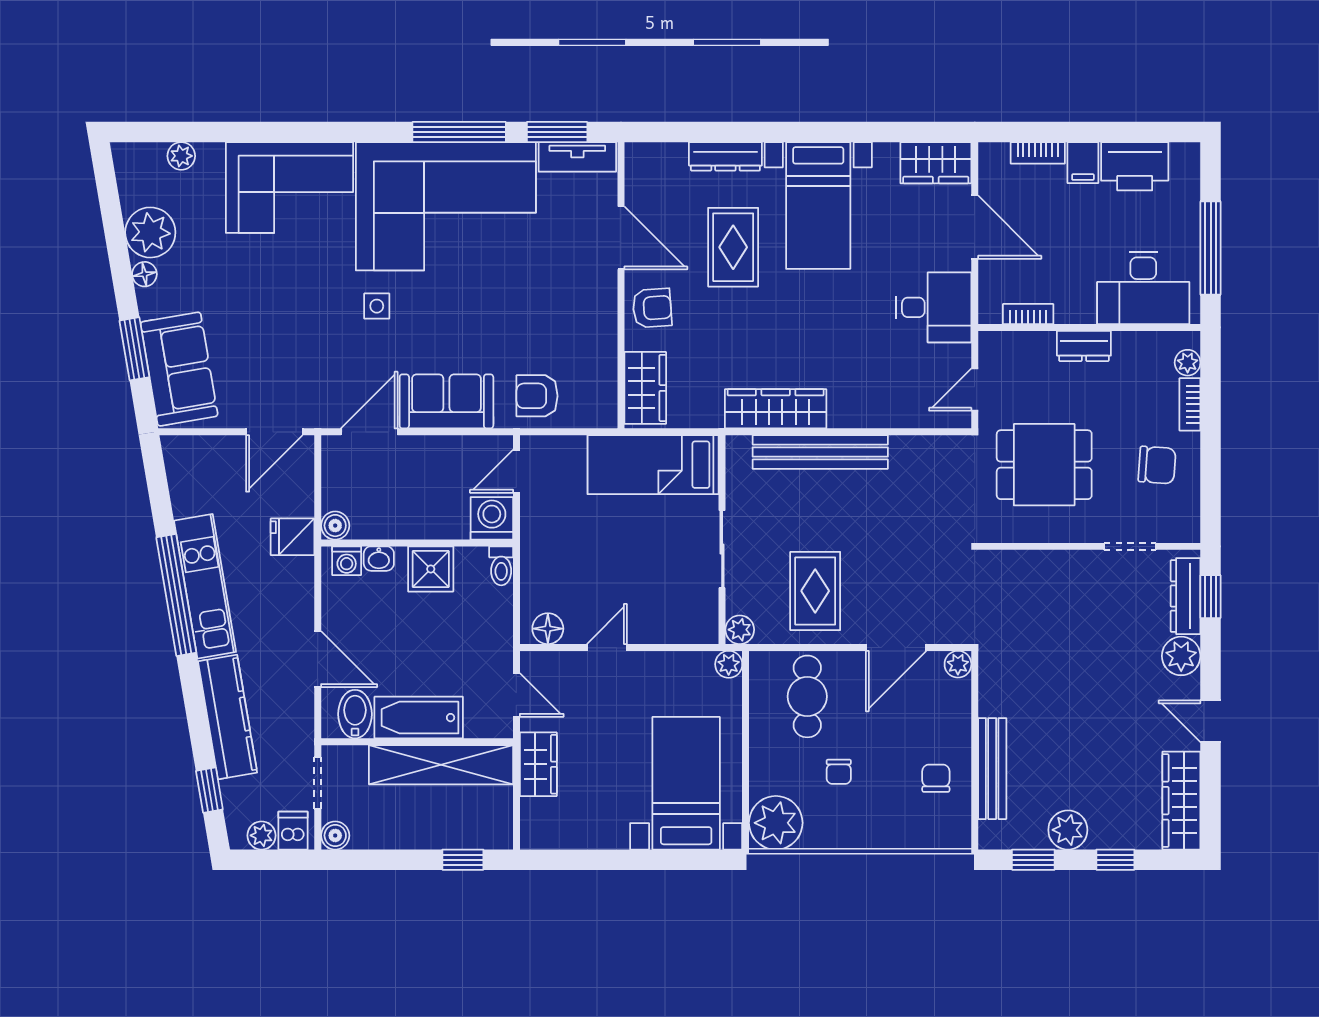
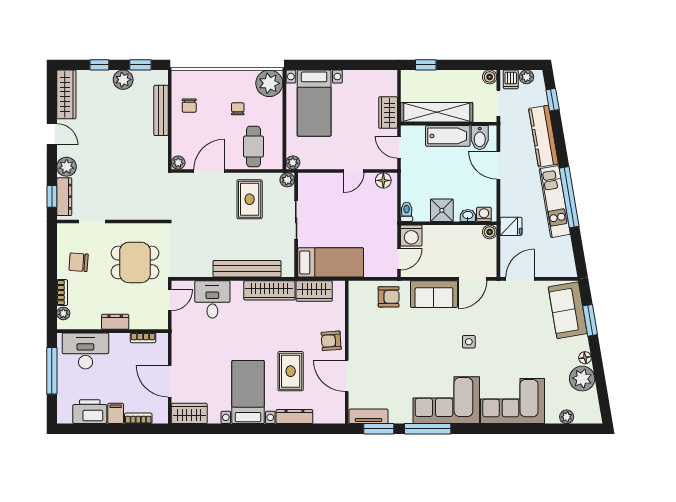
corner sofa: (446, 206) -> (446, 400), width x0.73, depth x0.74
desk: (934, 307) -> (212, 299), moved, turned 90
wardrobe: (645, 388) -> (314, 291), moved, turned -90

